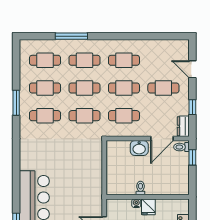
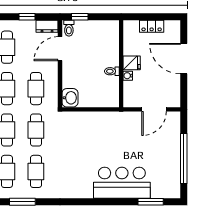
door: (162, 139) -> (60, 49), swing flipped
washbasin: (139, 148) -> (70, 98), moved

